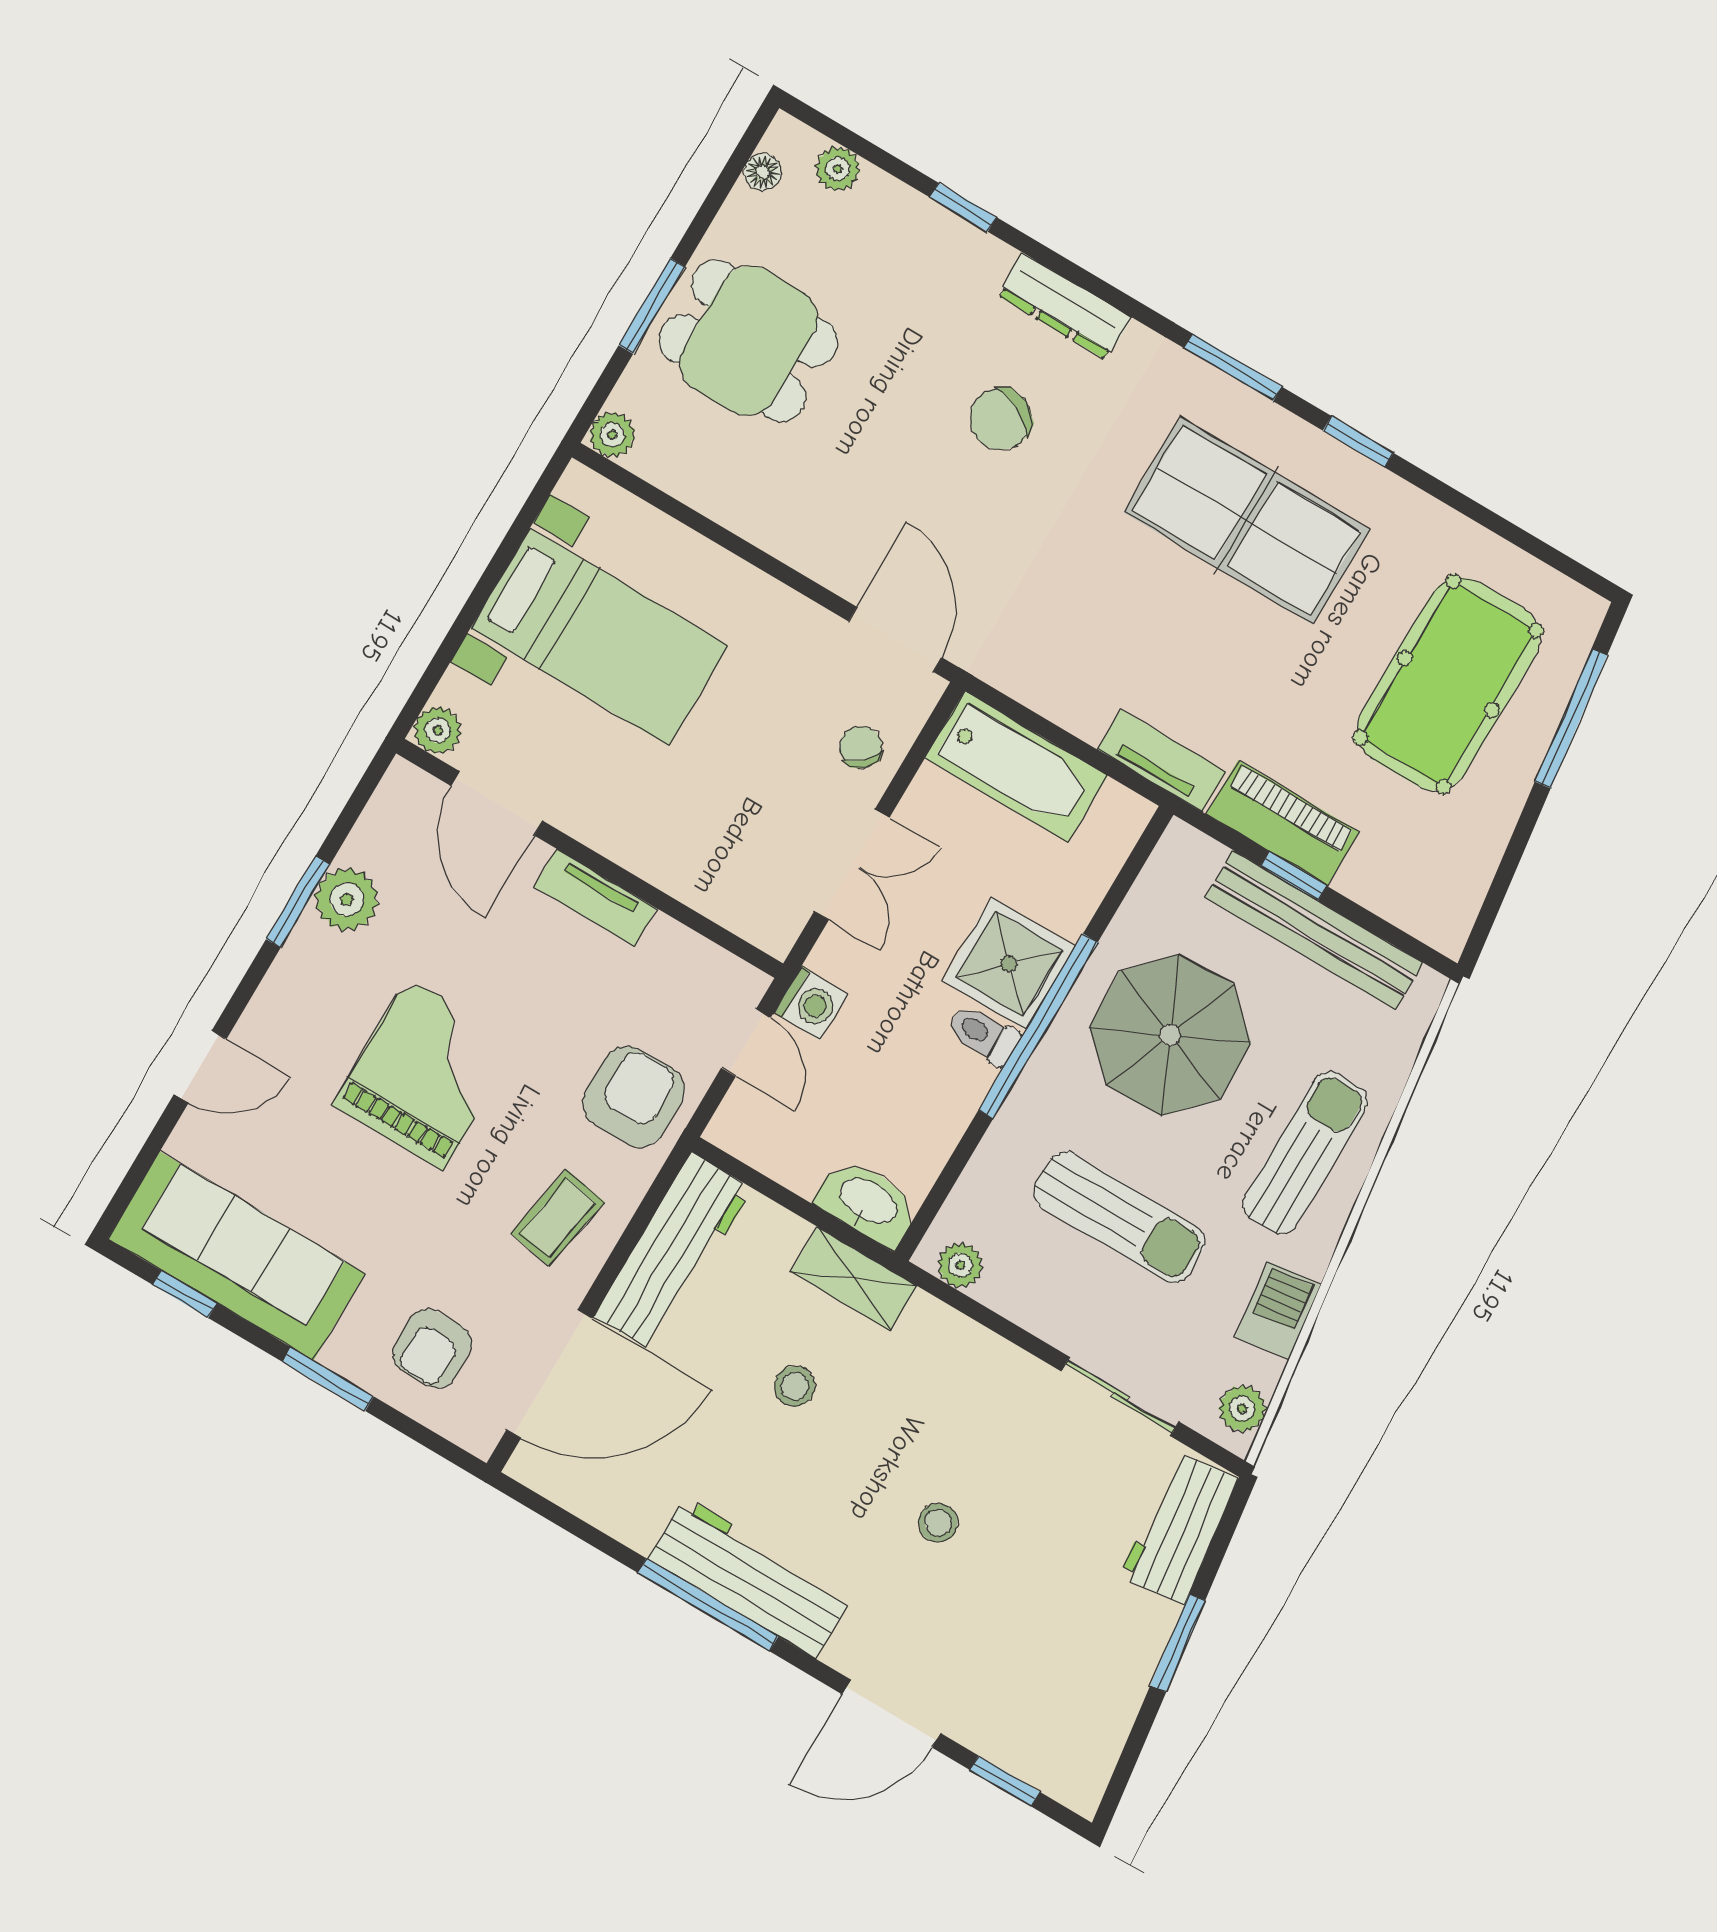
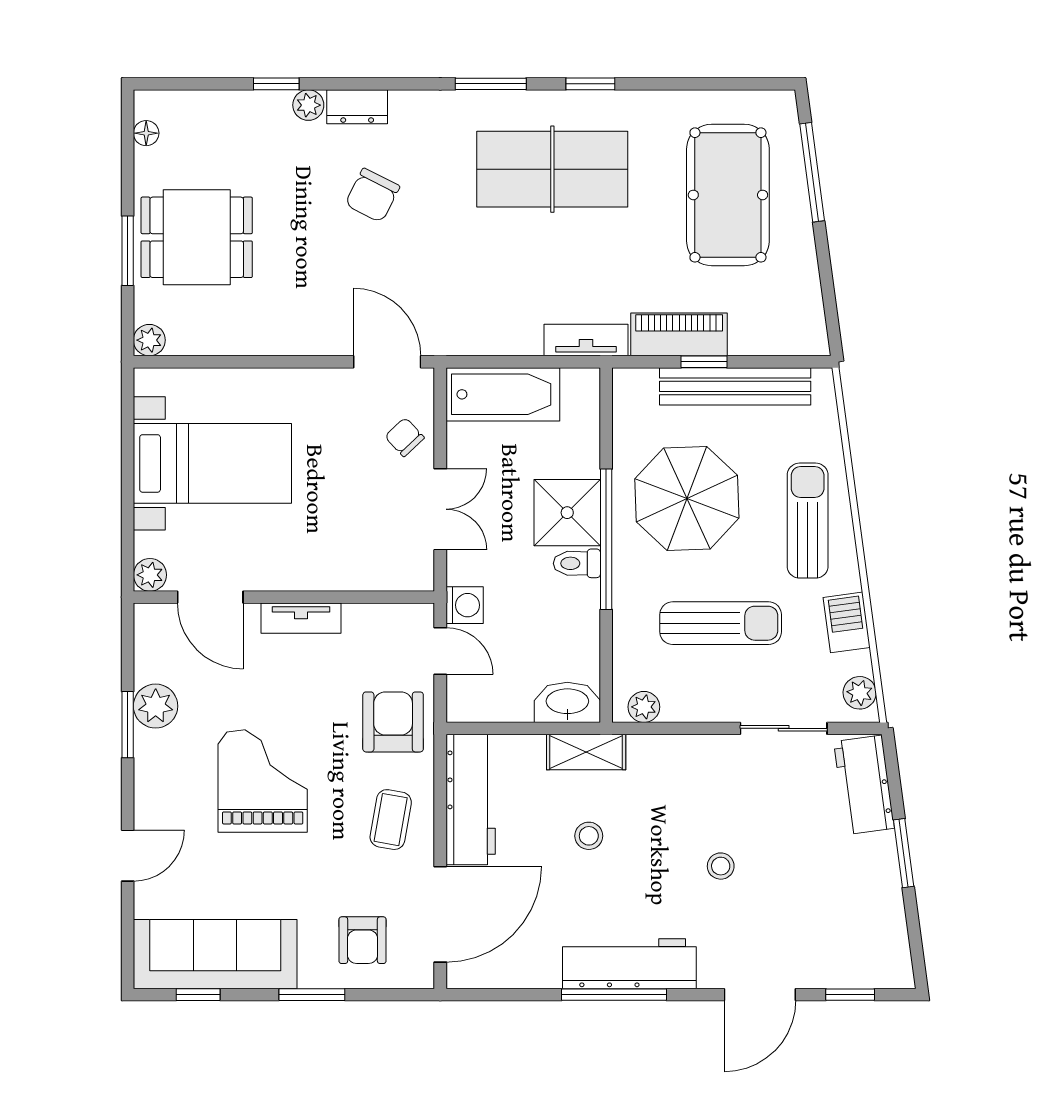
plant: (838, 169) -> (308, 105), moved
dresser: (1064, 306) -> (357, 107), width x0.70

